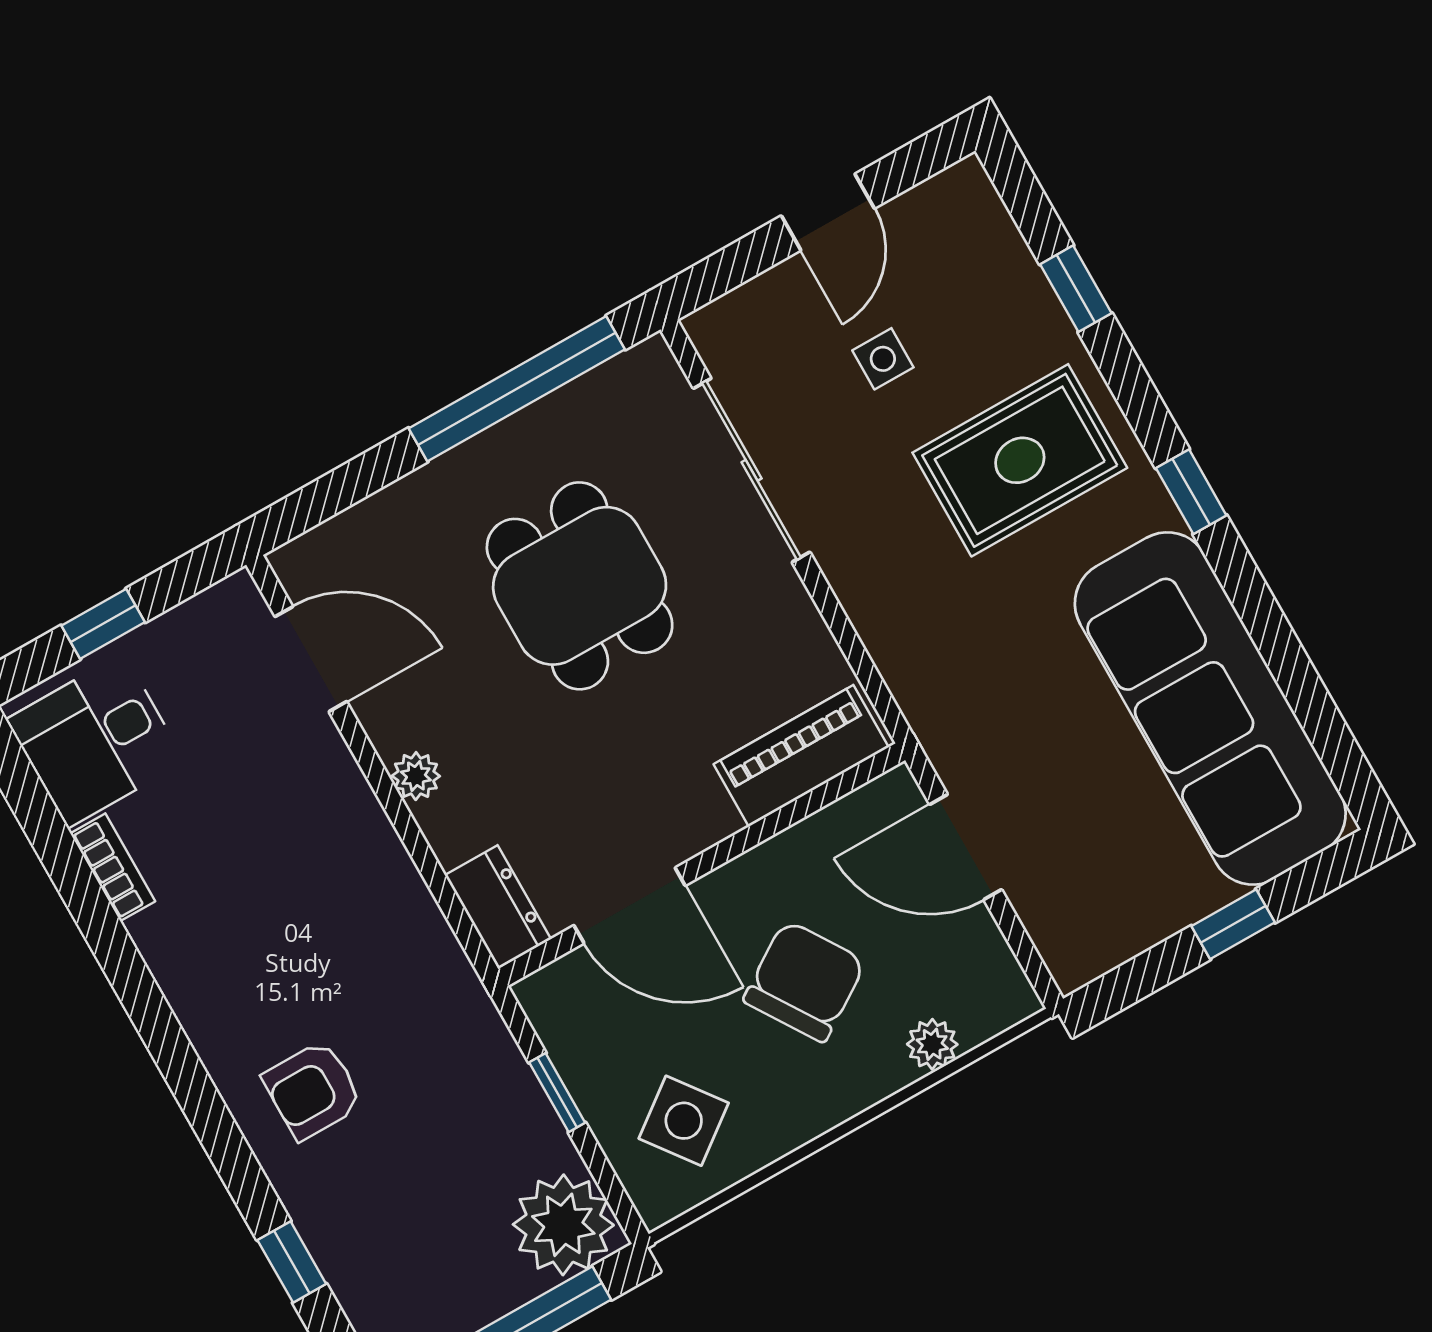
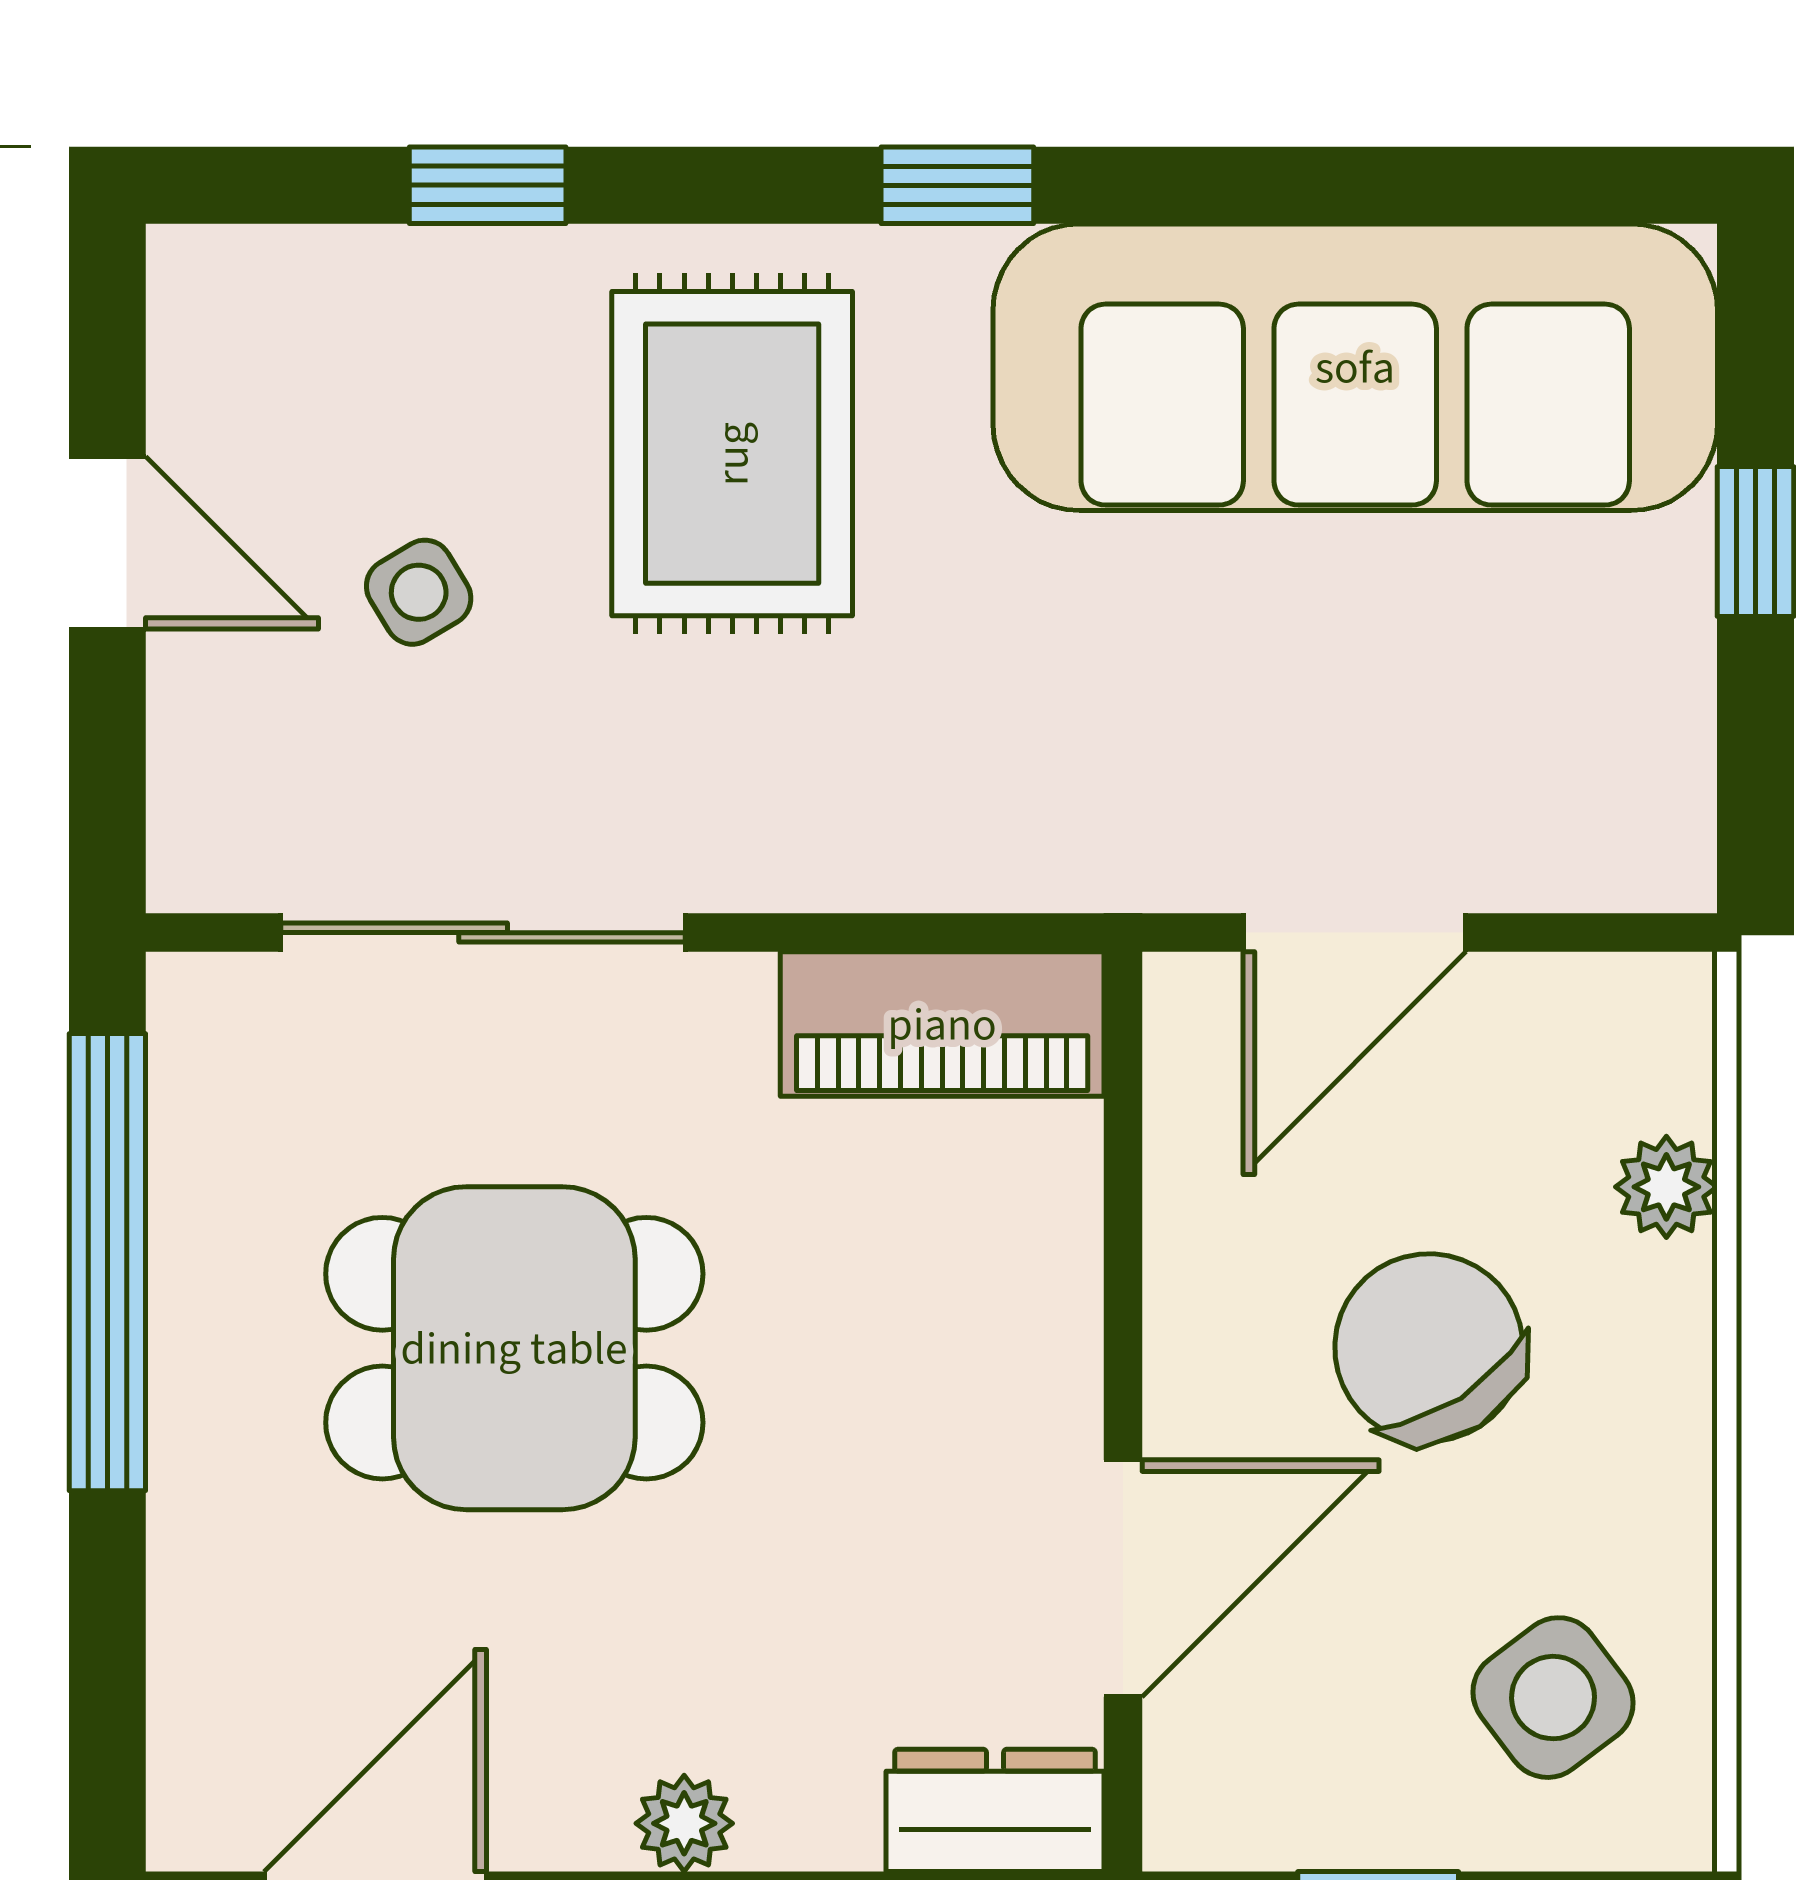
side table: (883, 359) -> (419, 592), turned -31
piano: (801, 756) -> (942, 1024), moved, turned -90

